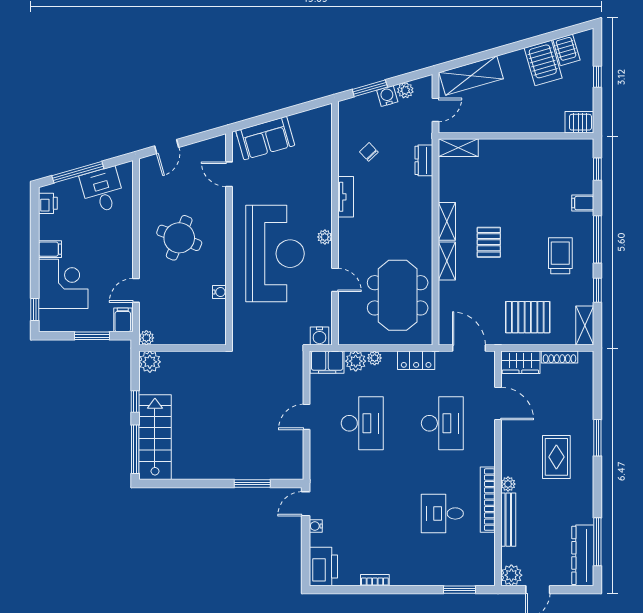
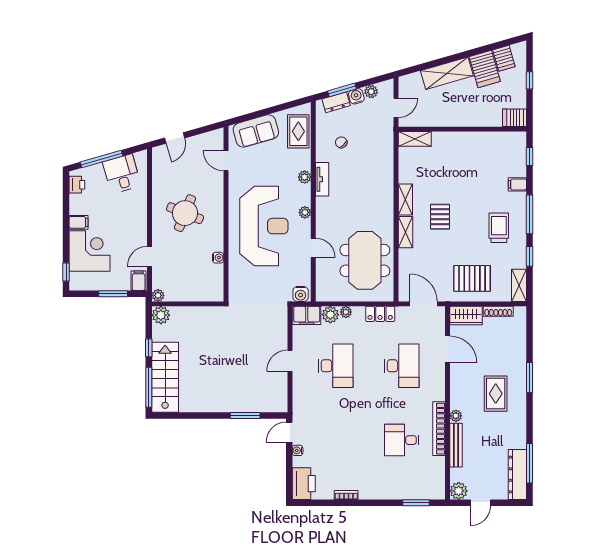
shelving: (471, 76) -> (447, 73), moved
rug: (317, 139) -> (298, 131), added
dresser: (424, 160) -> (336, 102), moved, turned -106
plant: (324, 194) -> (305, 177), added

